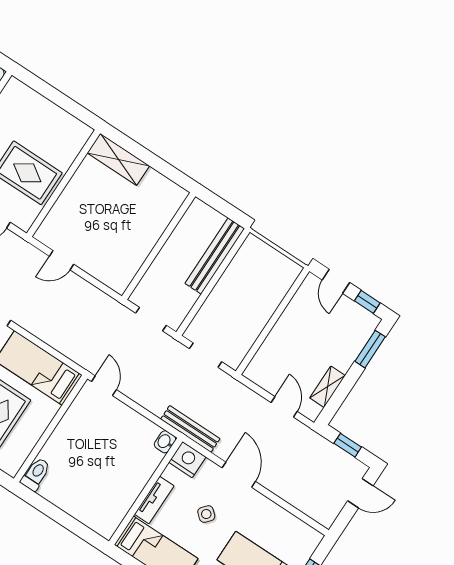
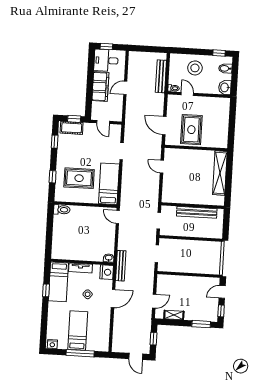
shelving: (118, 159) -> (220, 173), width x1.47
bench: (215, 256) -> (197, 212), moved
door: (104, 386) -> (118, 217), swing flipped

